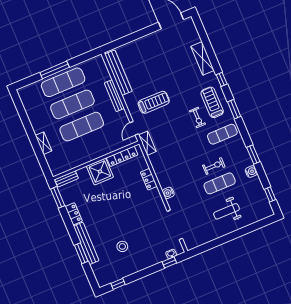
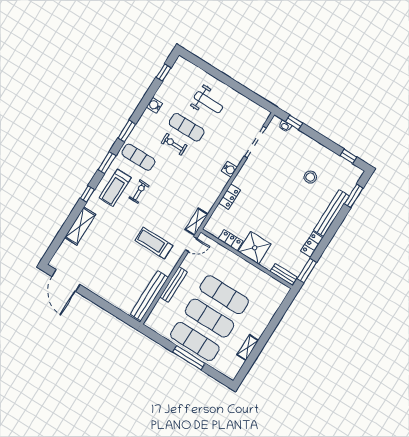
shelving: (44, 143) -> (248, 347), moved
window: (253, 155) -> (127, 131), moved
locker: (122, 156) -> (231, 240), width x0.66
window: (81, 253) -> (354, 196), moved

